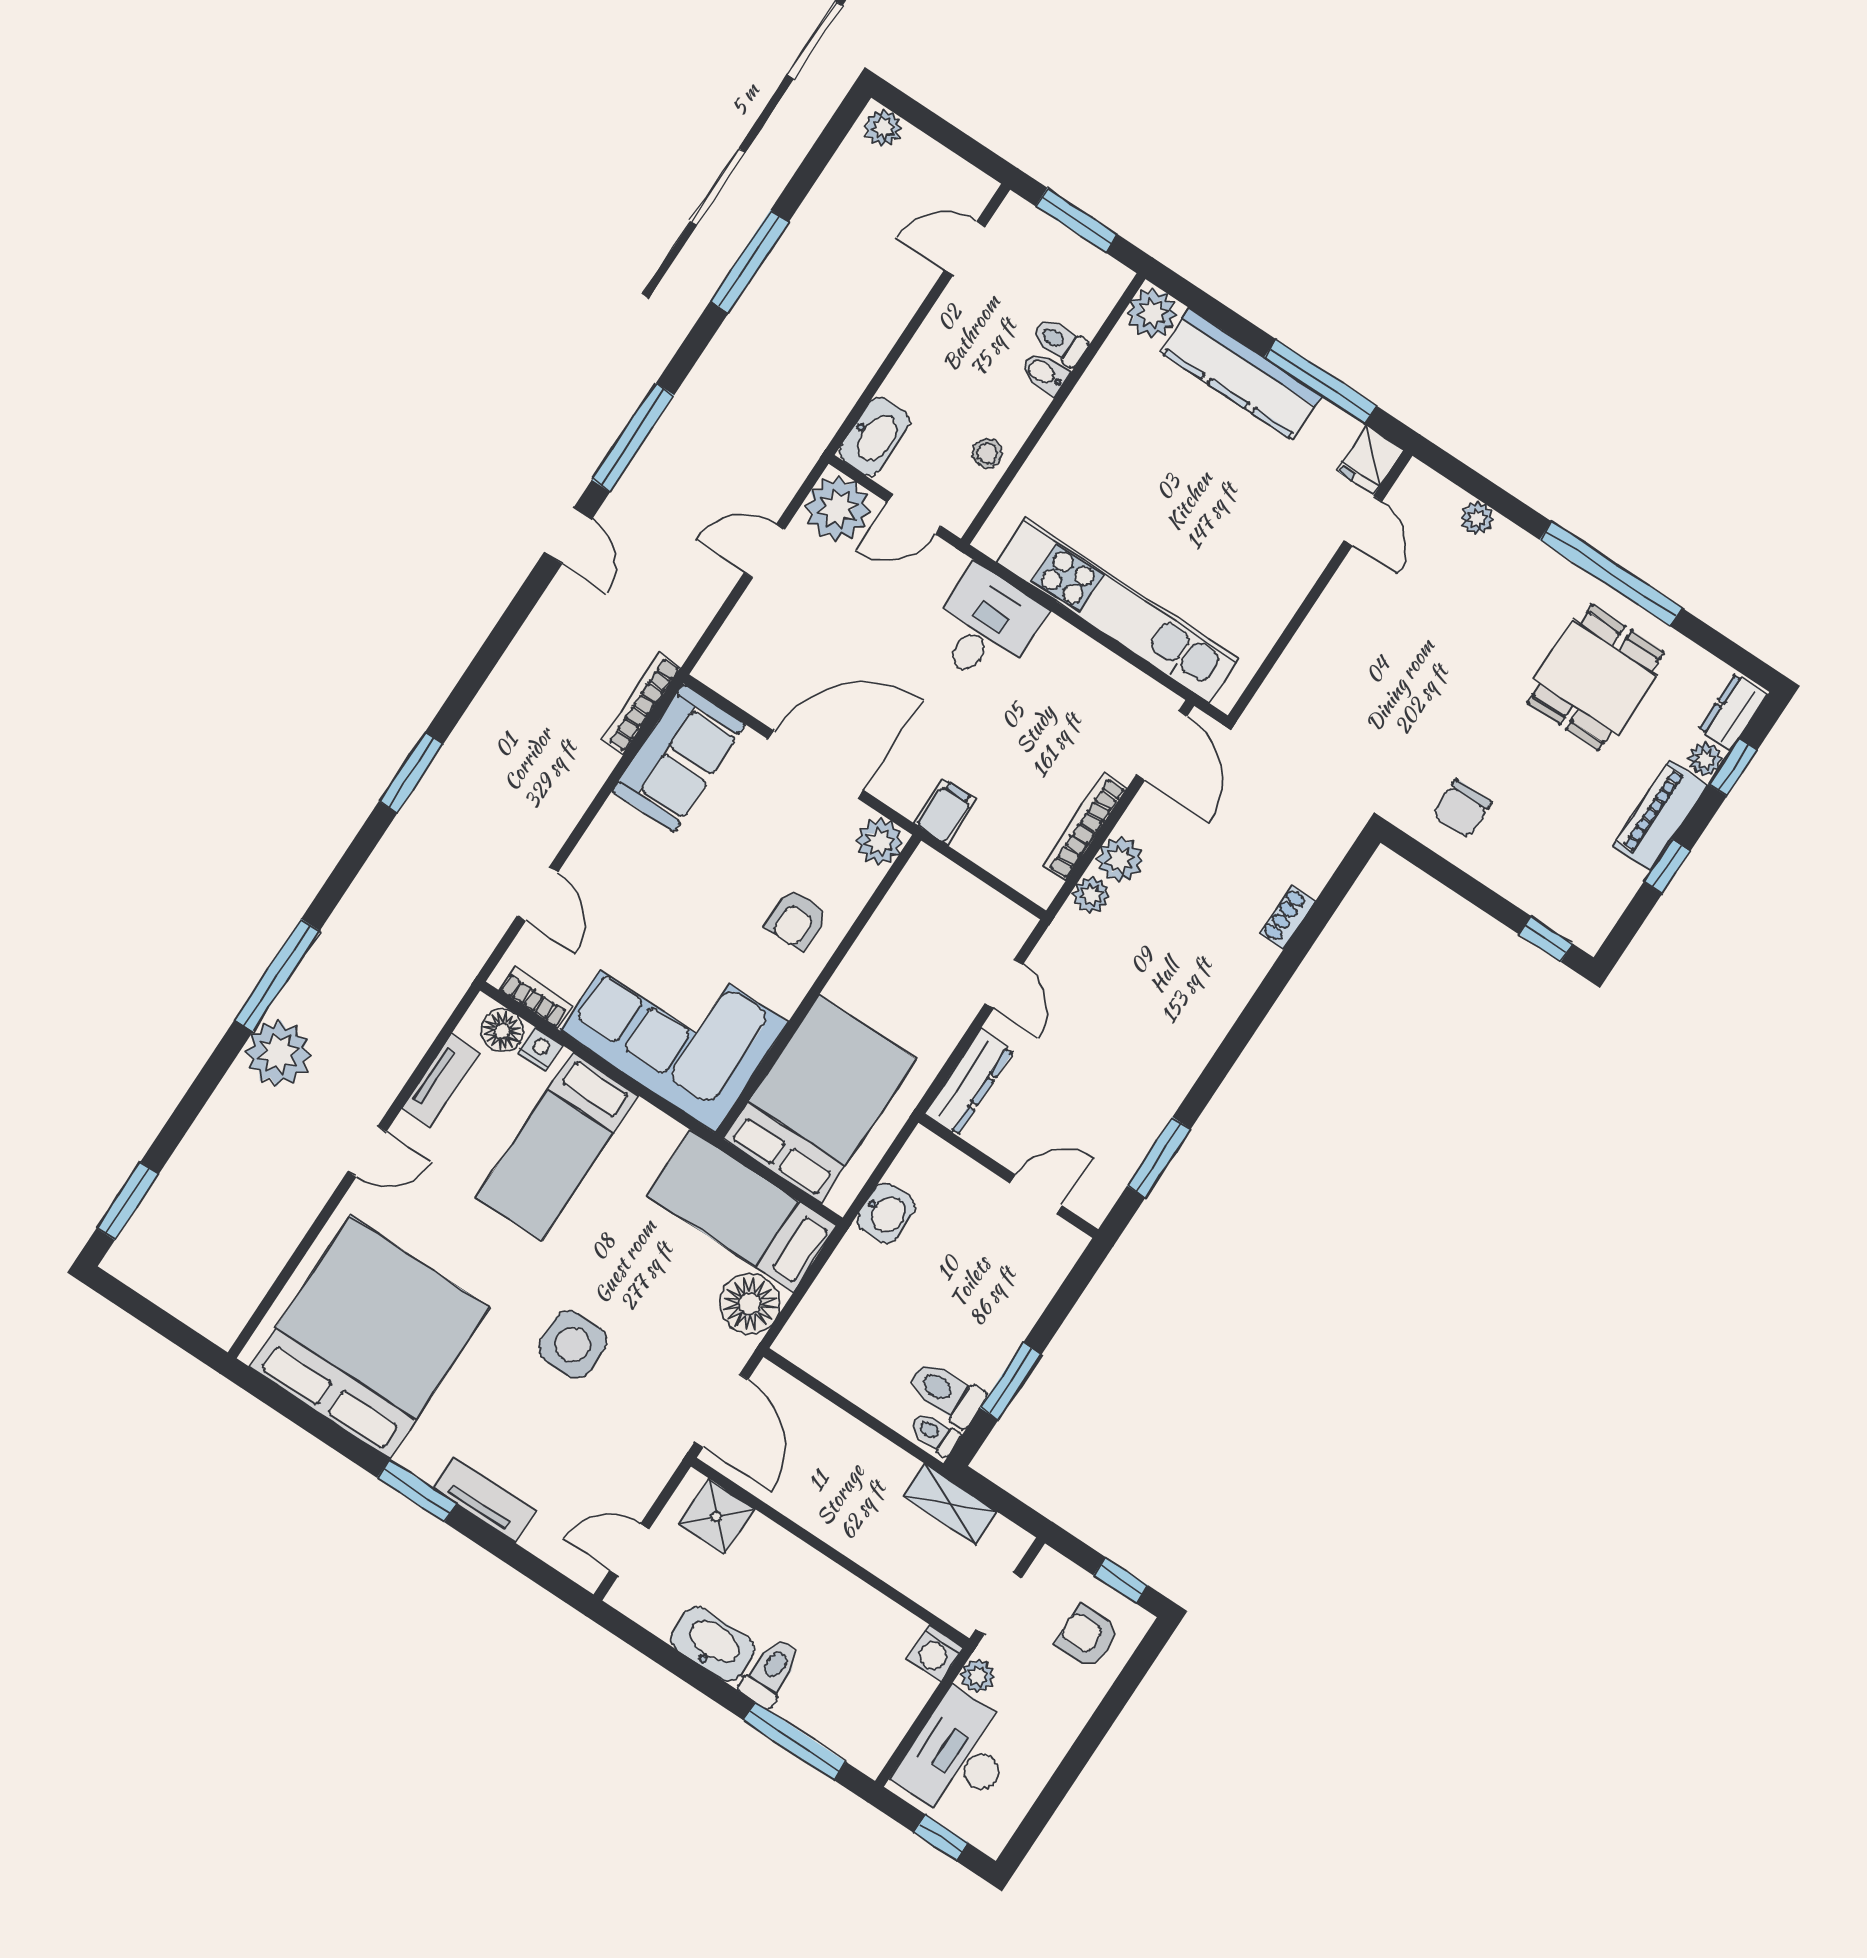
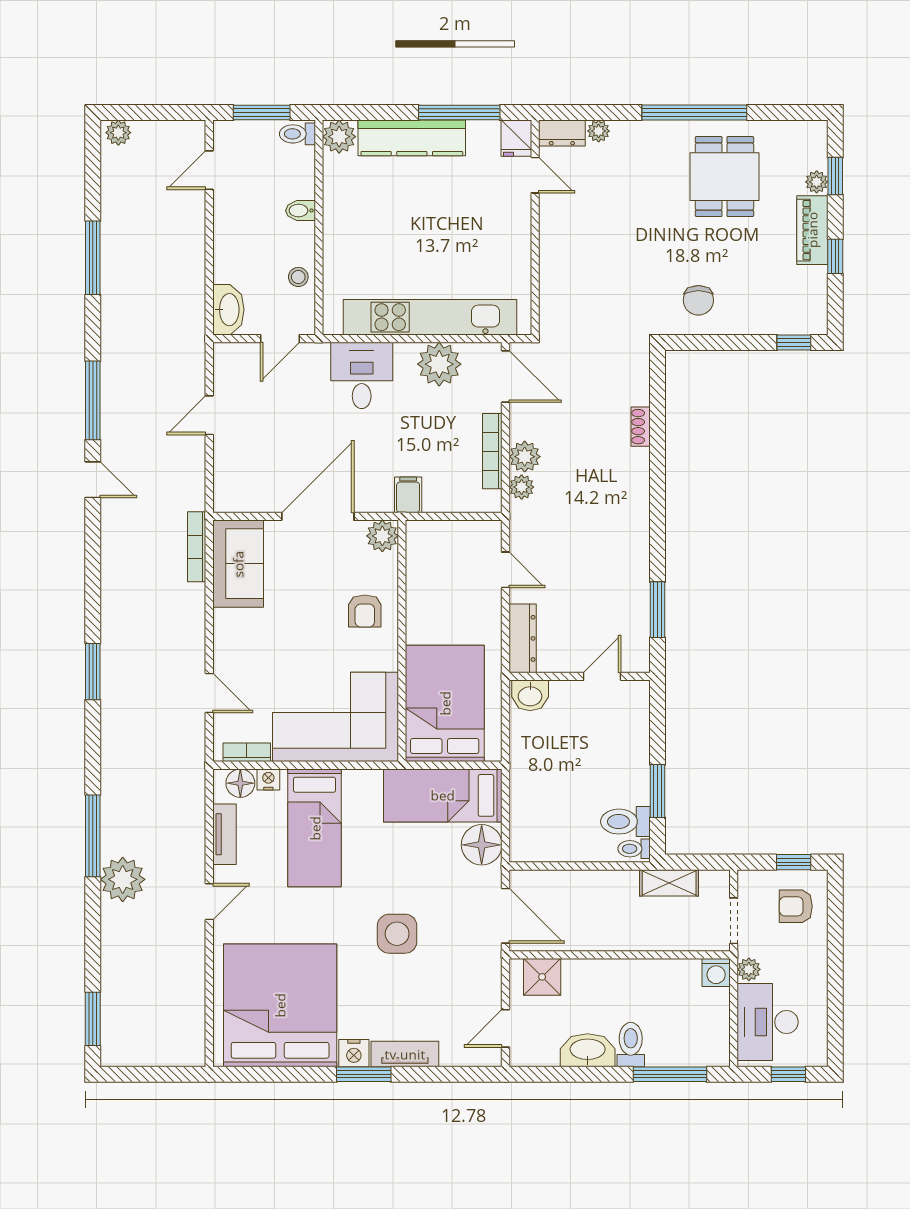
toilet: (1060, 341) -> (297, 134), moved
plant: (838, 509) -> (439, 364), moved
dresser: (1733, 712) -> (562, 133), moved, turned -90
washbasin: (886, 1213) -> (530, 695), moved, turned 90
nightstand: (422, 1457) -> (354, 1053), added

